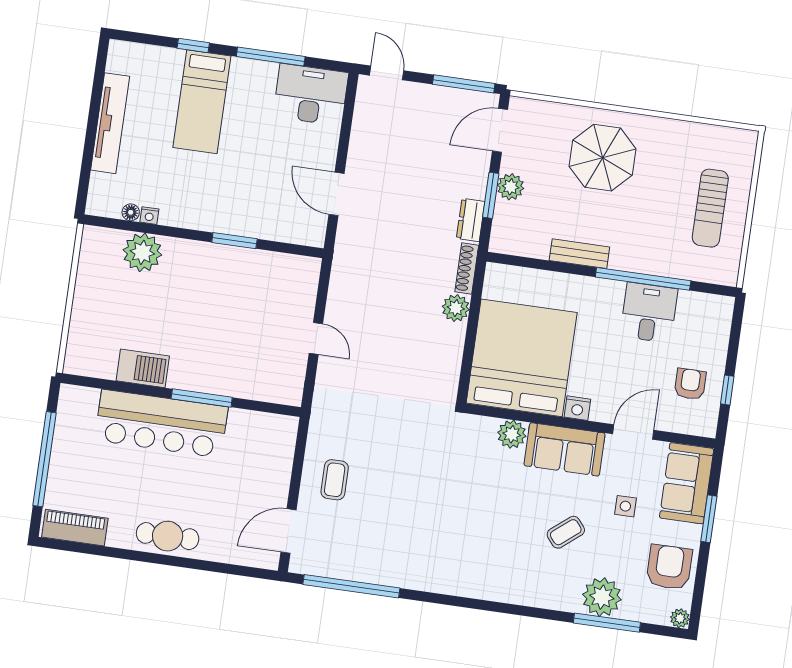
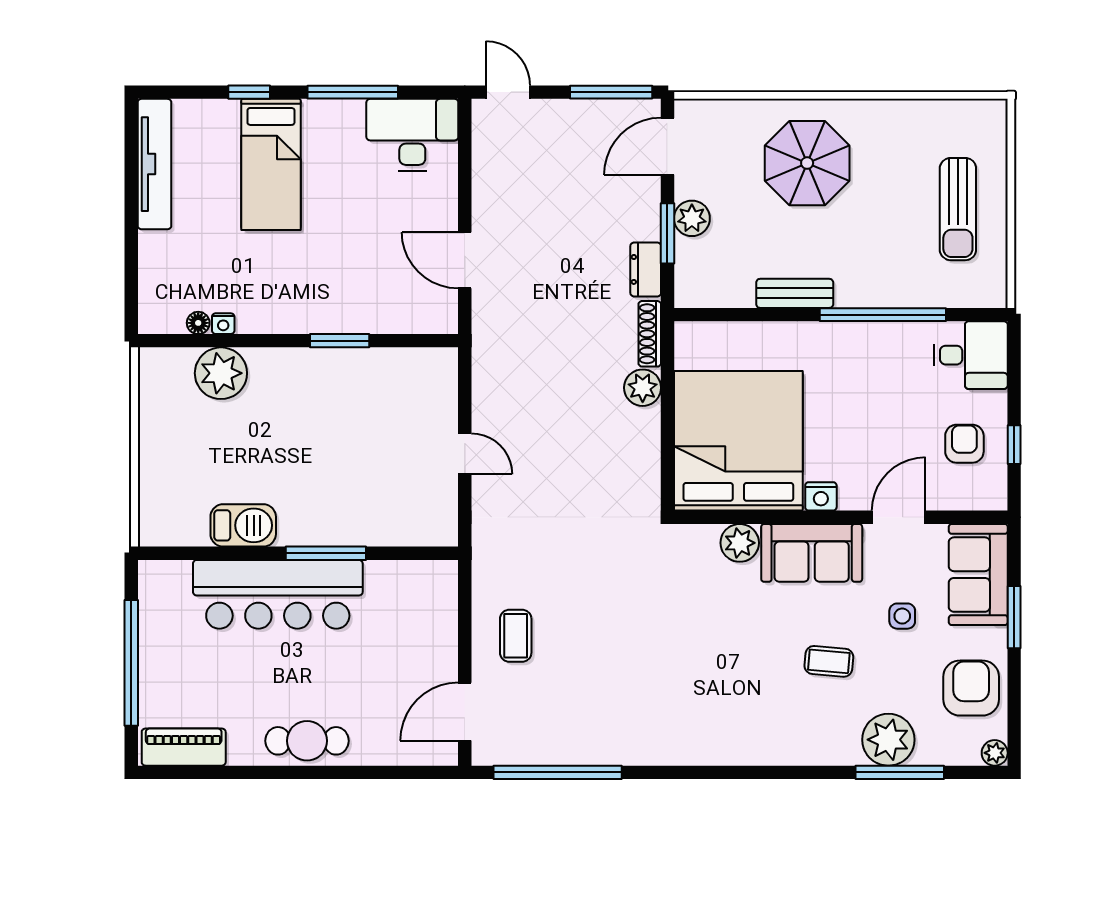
tv unit: (110, 123) -> (154, 164), moved
desk: (649, 313) -> (971, 355), moved, turned 90
coffee table: (566, 532) -> (829, 661), turned 44

